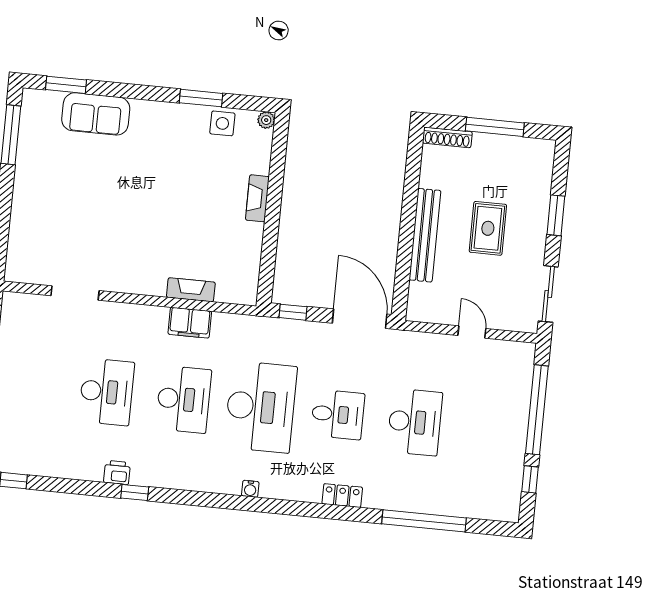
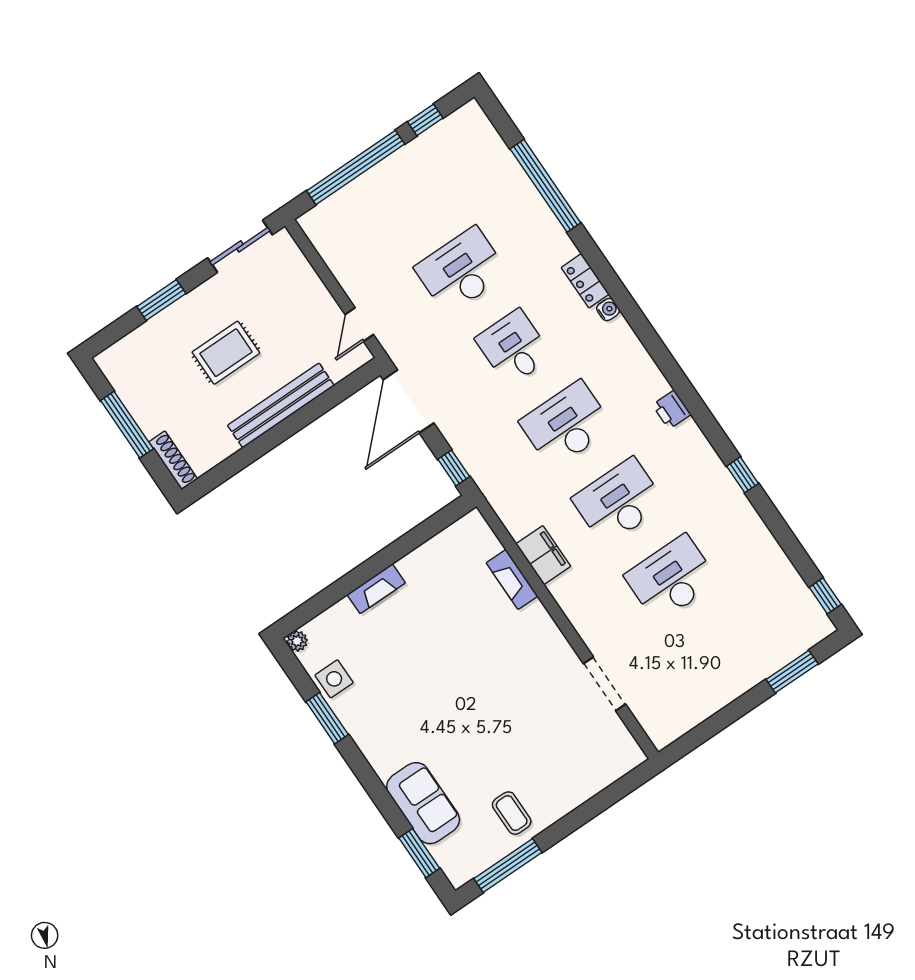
coffee table: (42, 165) -> (512, 813), added
door: (472, 332) -> (359, 324), moved
desk: (261, 407) -> (566, 425), width x0.73, depth x0.77
printer: (117, 472) -> (672, 410), moved
water cooler: (250, 489) -> (608, 309), moved

